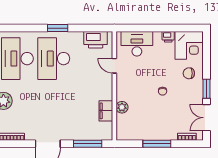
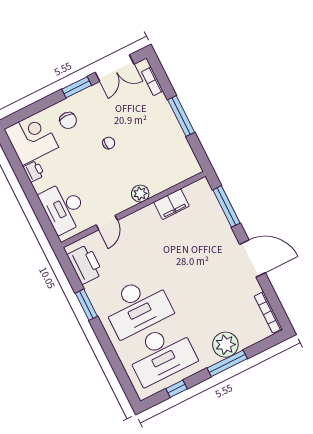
window: (58, 28) -> (86, 305), moved
plant: (122, 107) -> (140, 194), moved

